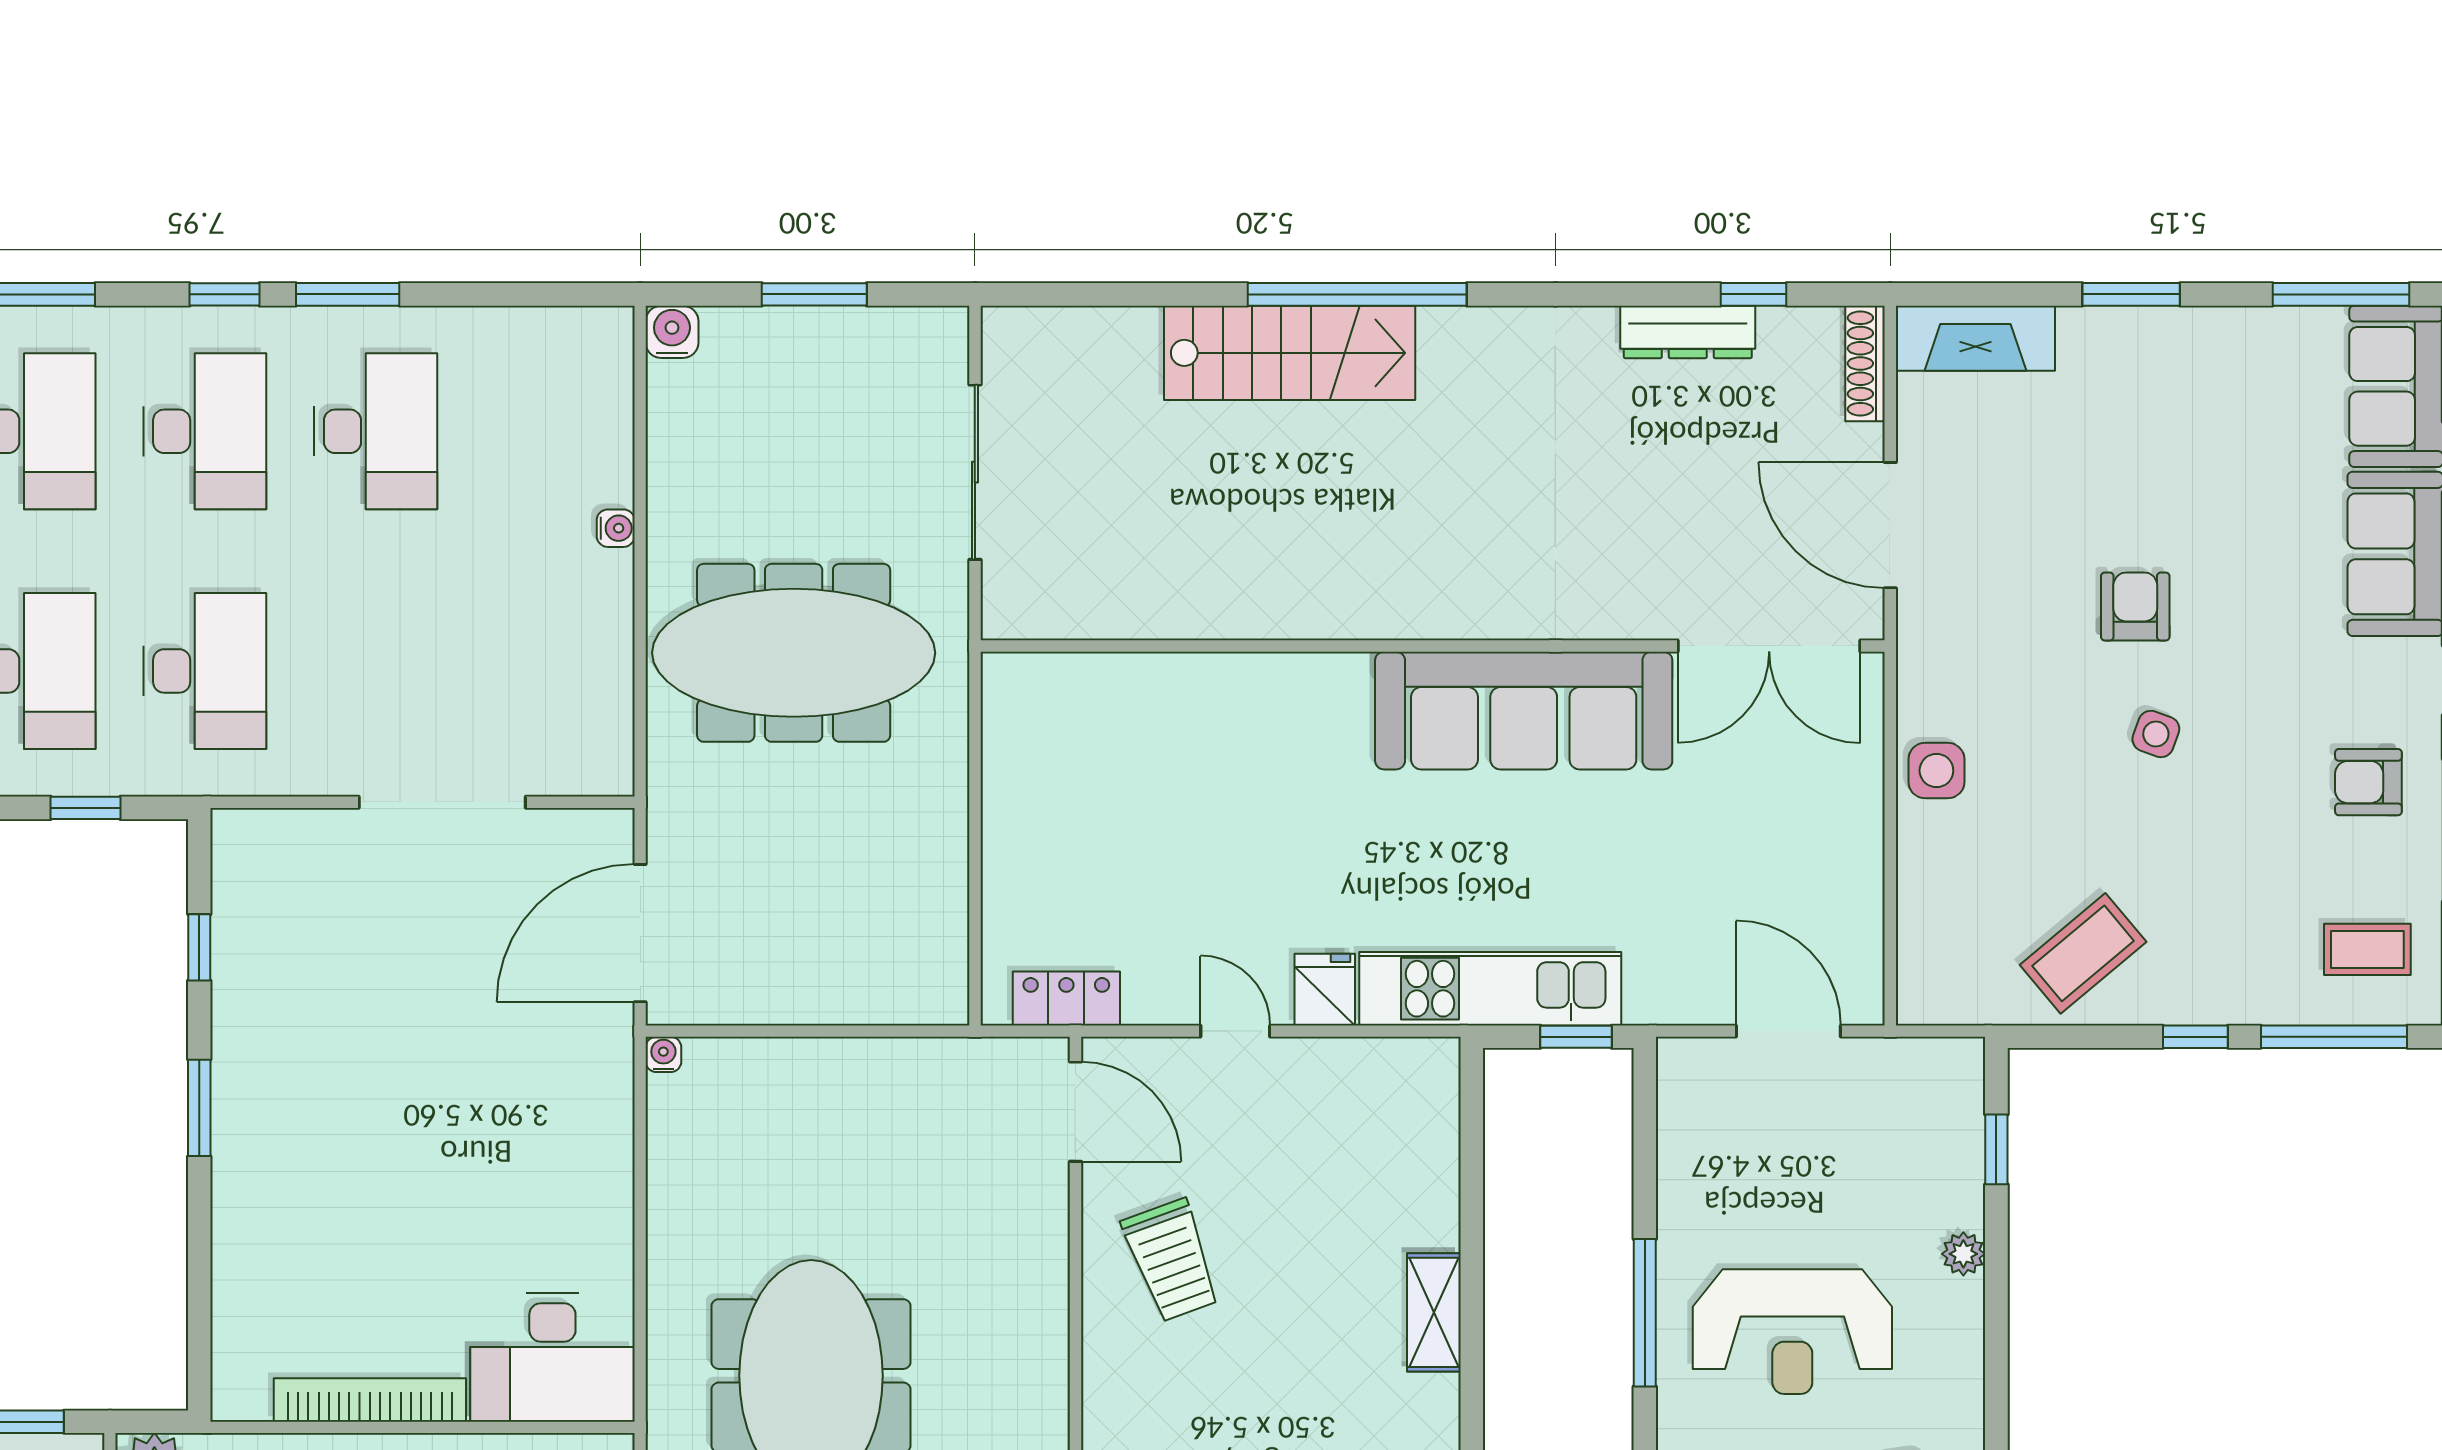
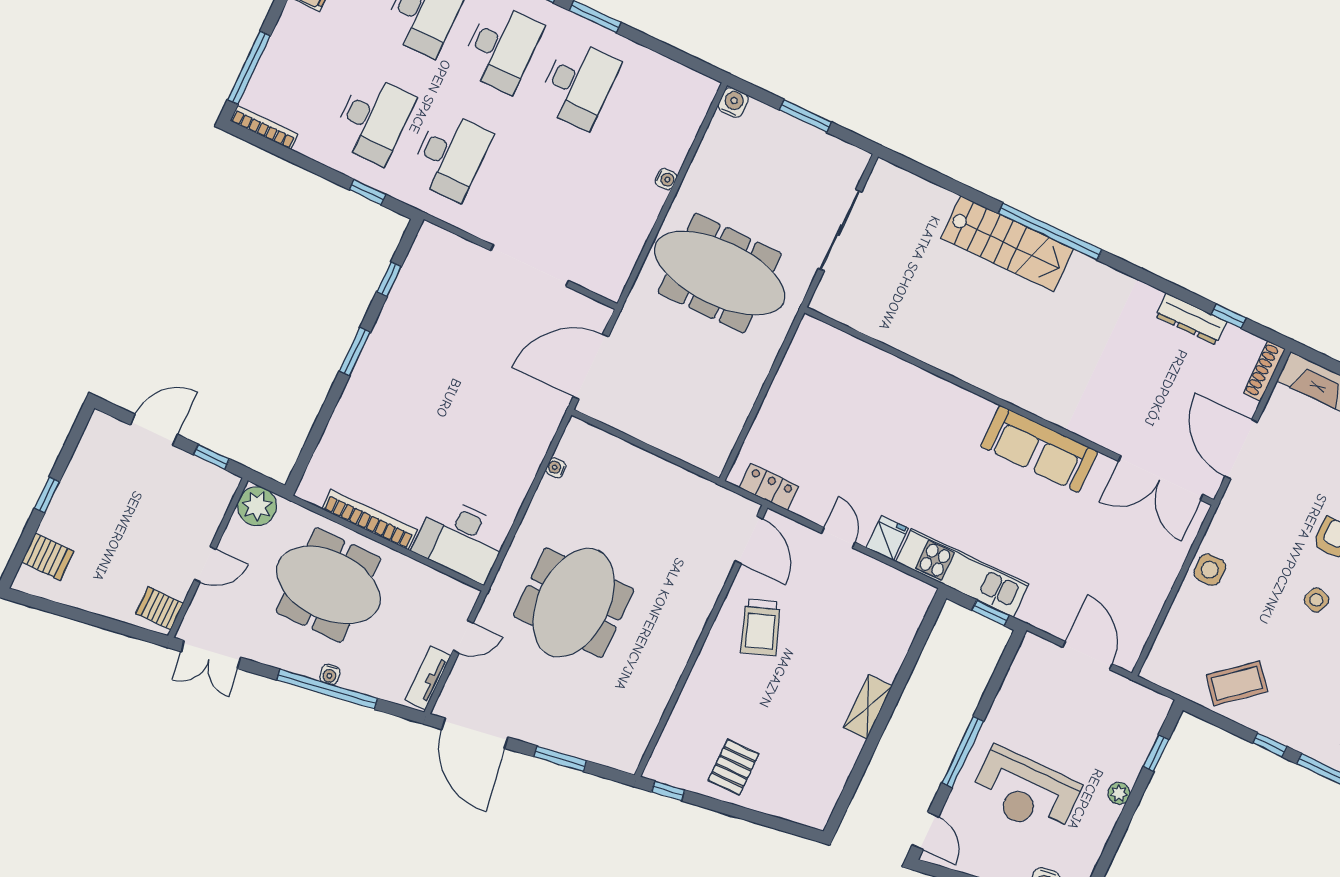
sofa: (1524, 711) -> (1039, 449), width x0.74, depth x0.79
water cooler: (663, 1054) -> (556, 468), moved, turned -90

